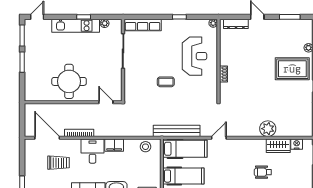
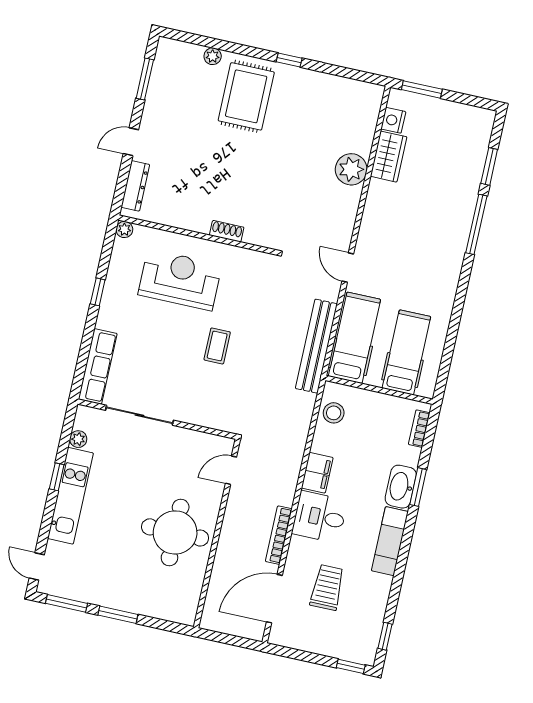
wheelchair: (263, 172) -> (433, 197), removed

